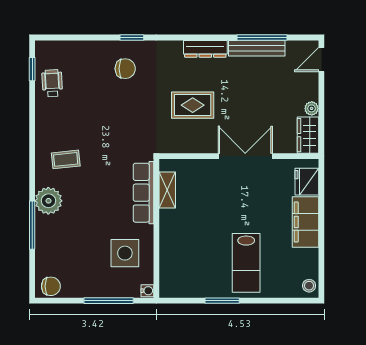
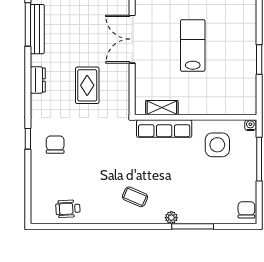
dresser: (205, 49) -> (38, 80), width x0.70
window: (32, 69) -> (56, 226), removed
coffee table: (66, 159) -> (135, 197), turned -61
plant: (48, 201) -> (171, 218), width x0.53, depth x0.53
lab bench: (246, 263) -> (193, 45), moved, turned -90

